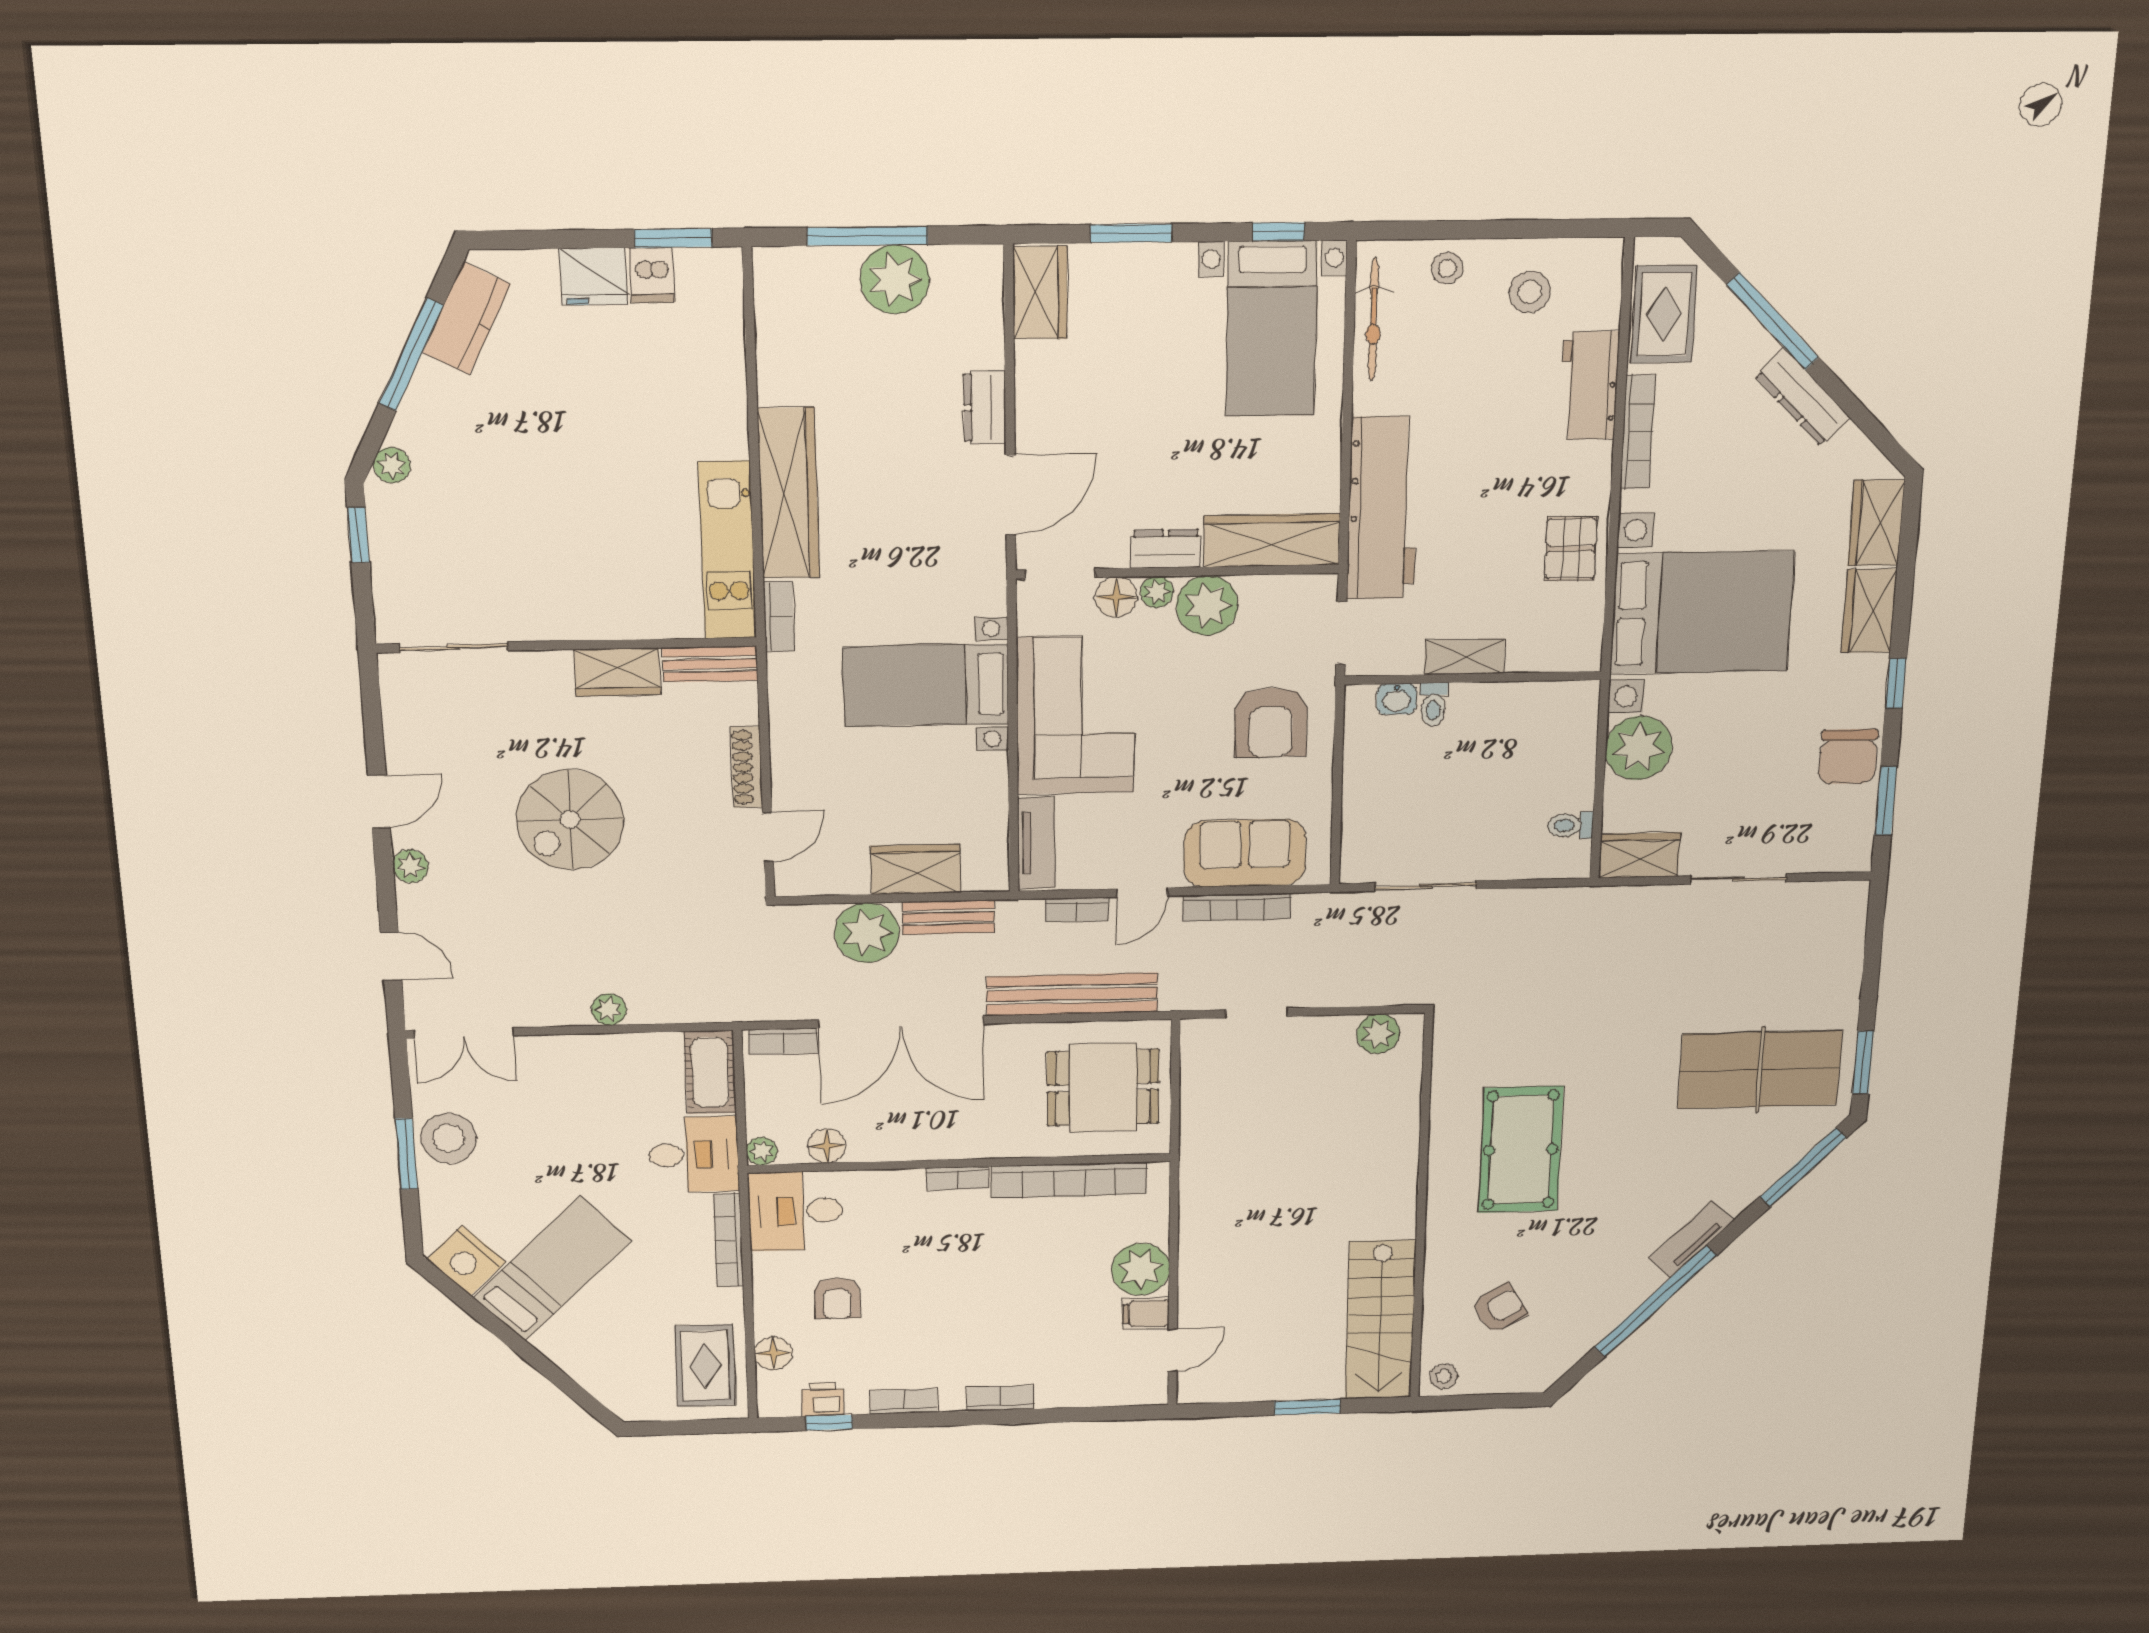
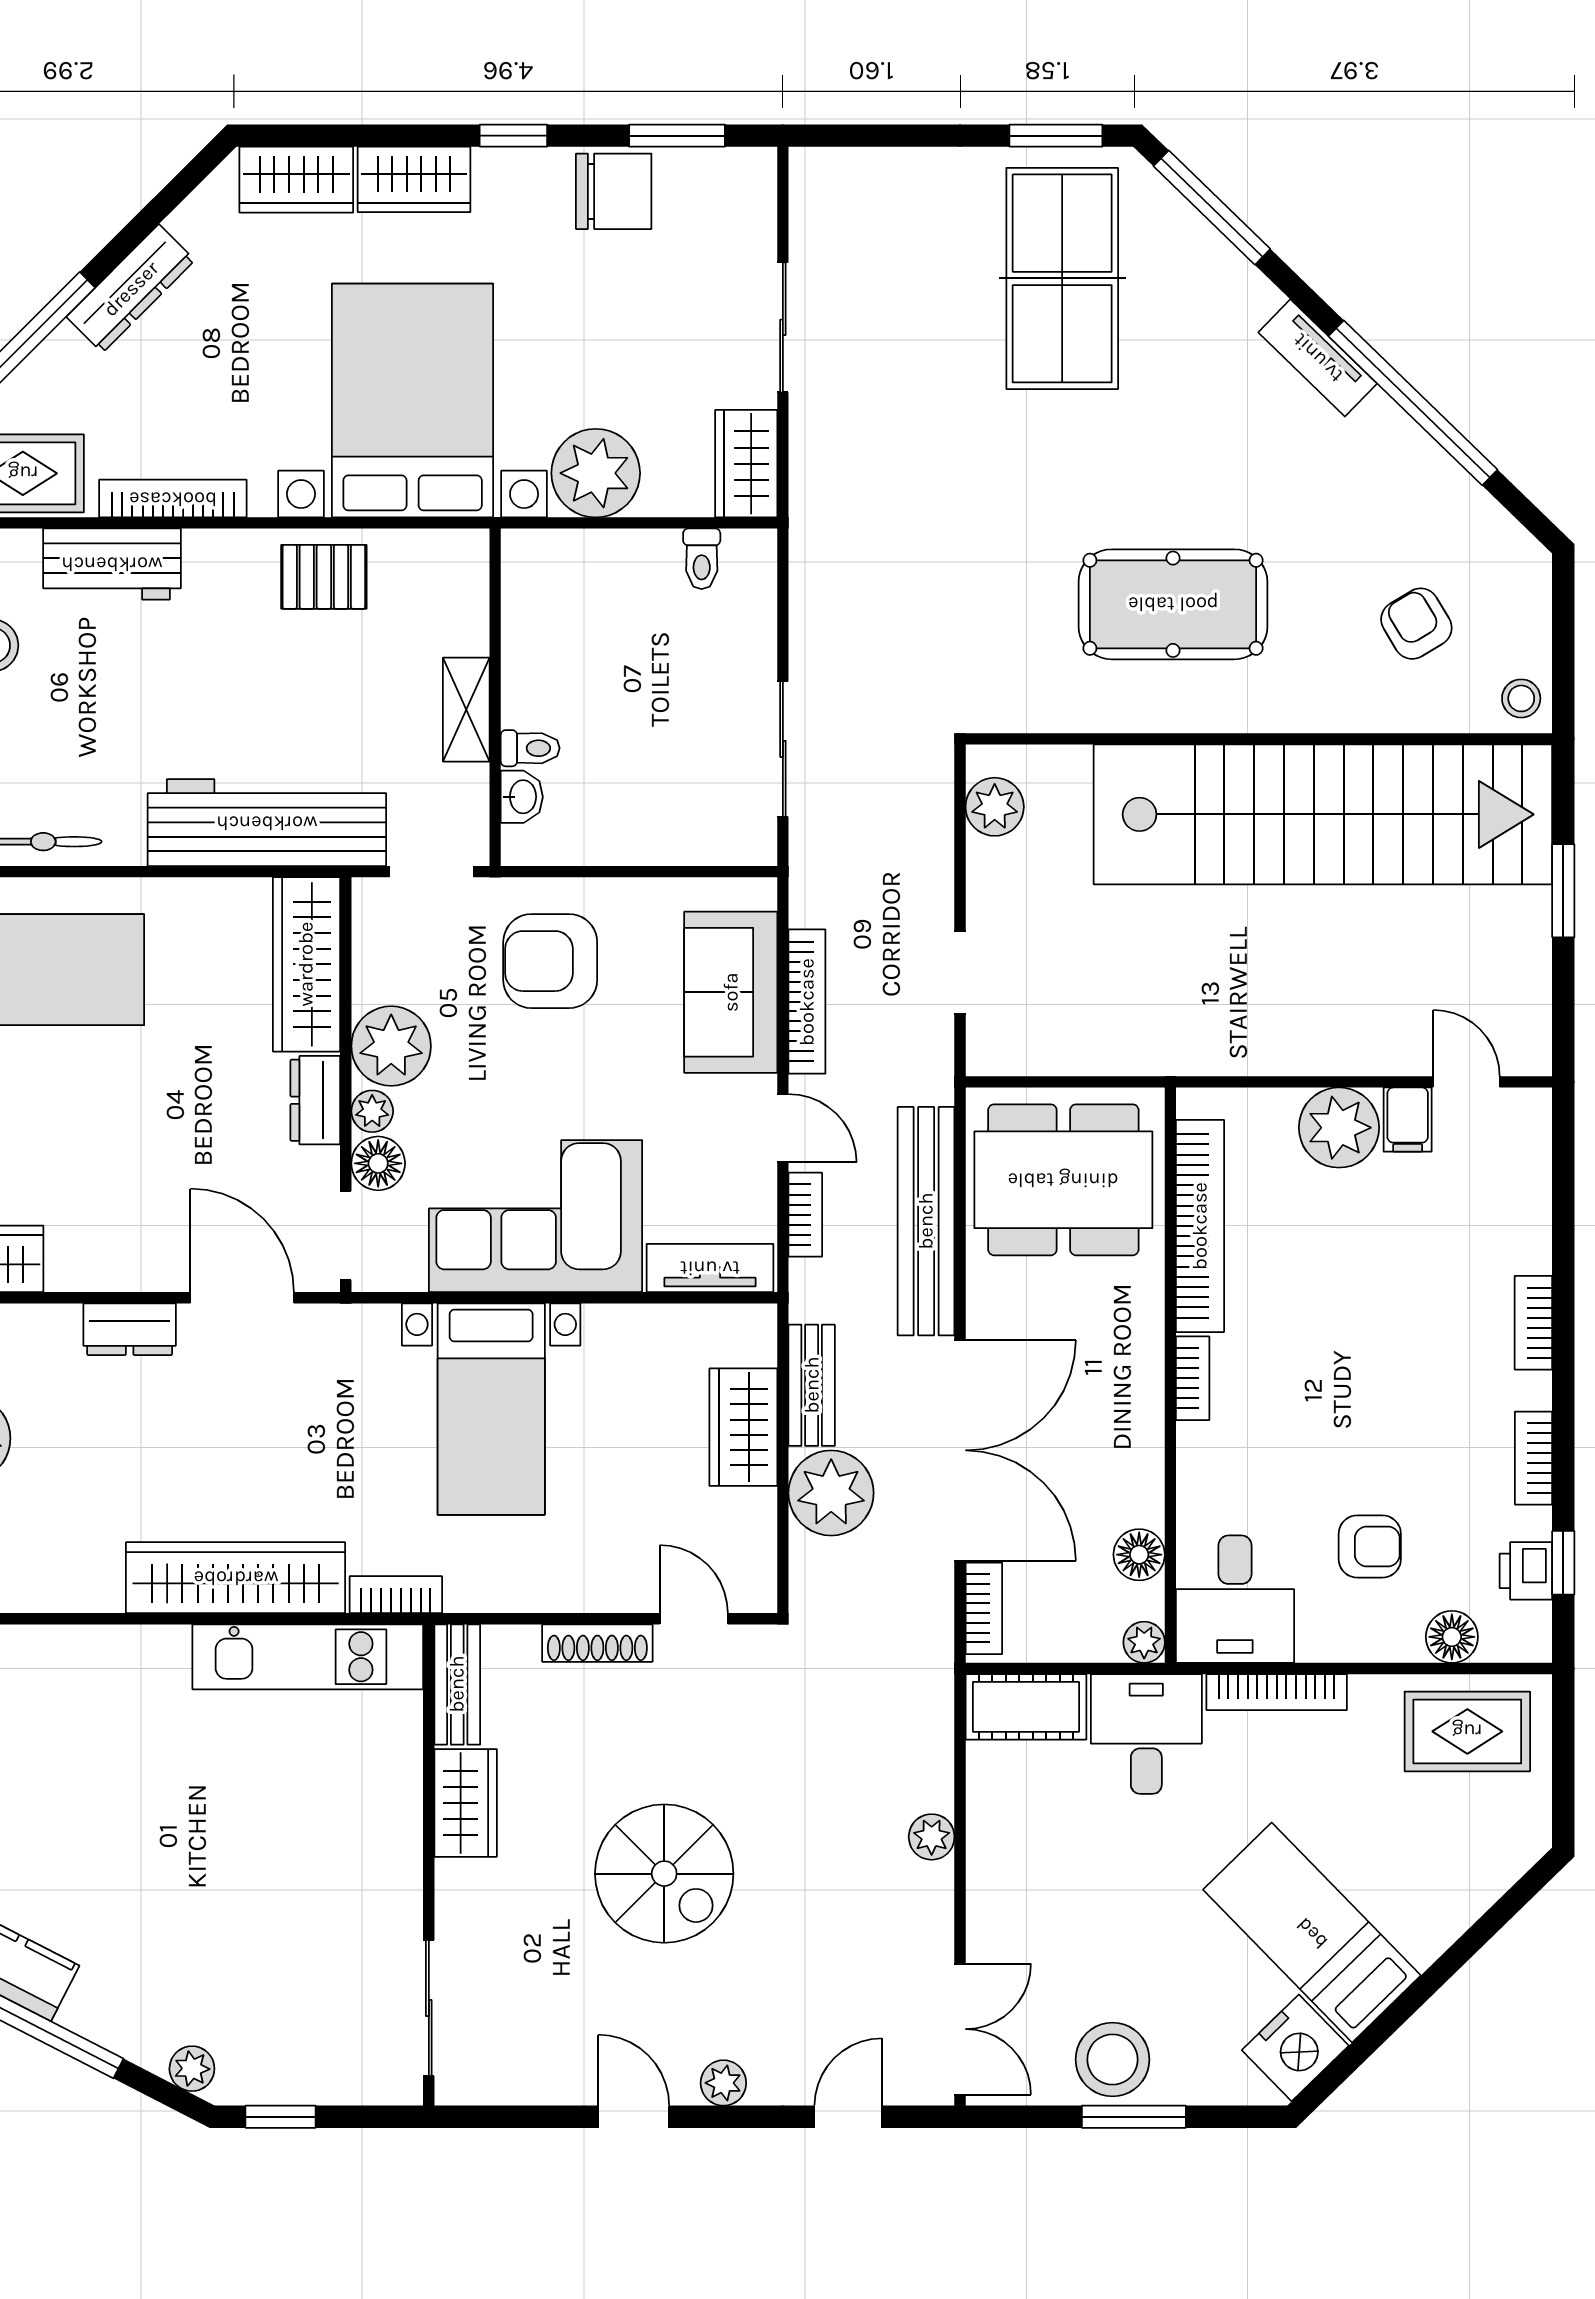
armchair: (1271, 722) -> (550, 961), turned 180
dining table: (1103, 1088) -> (1063, 1180), width x1.38
stairs: (1380, 1320) -> (1323, 814), width x1.86, depth x1.51

